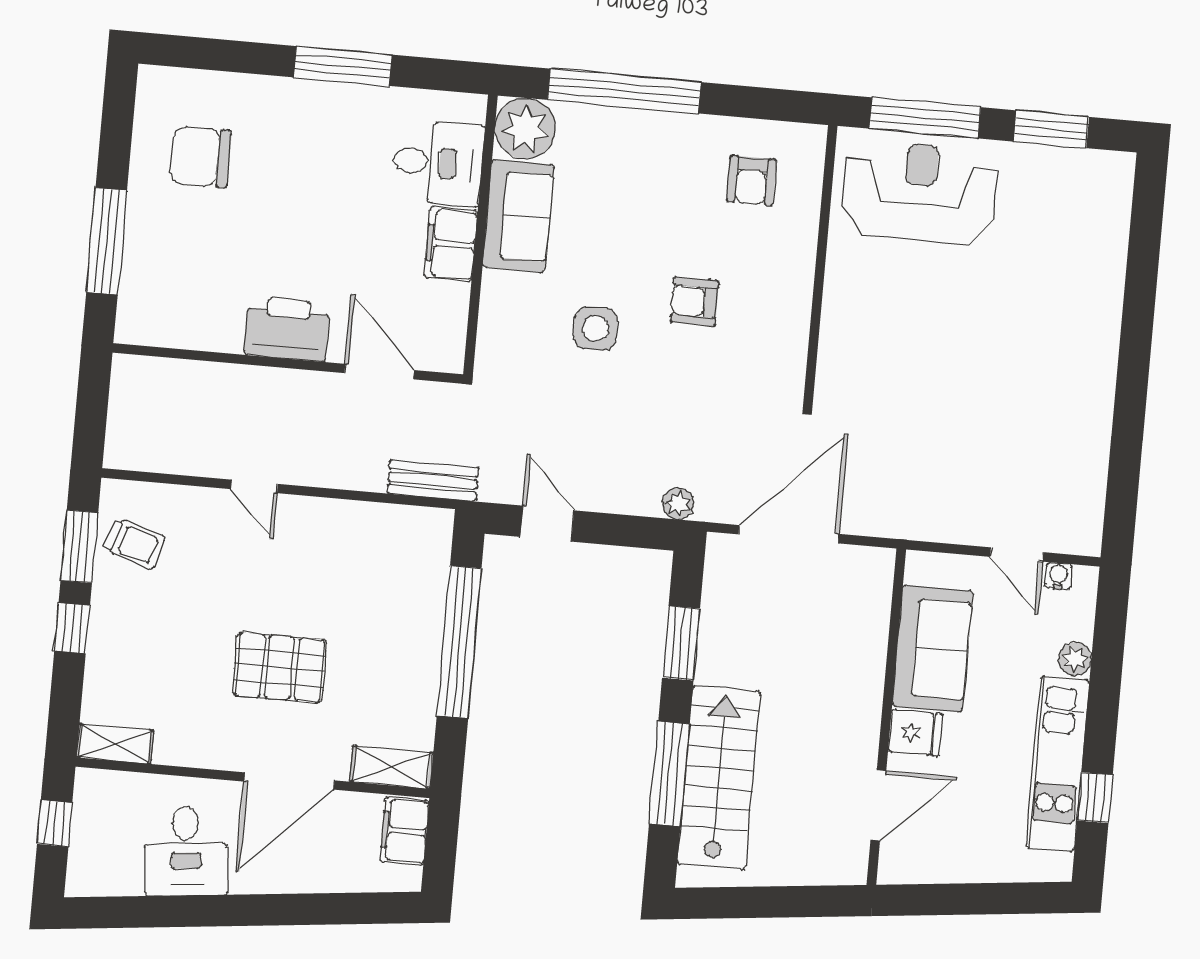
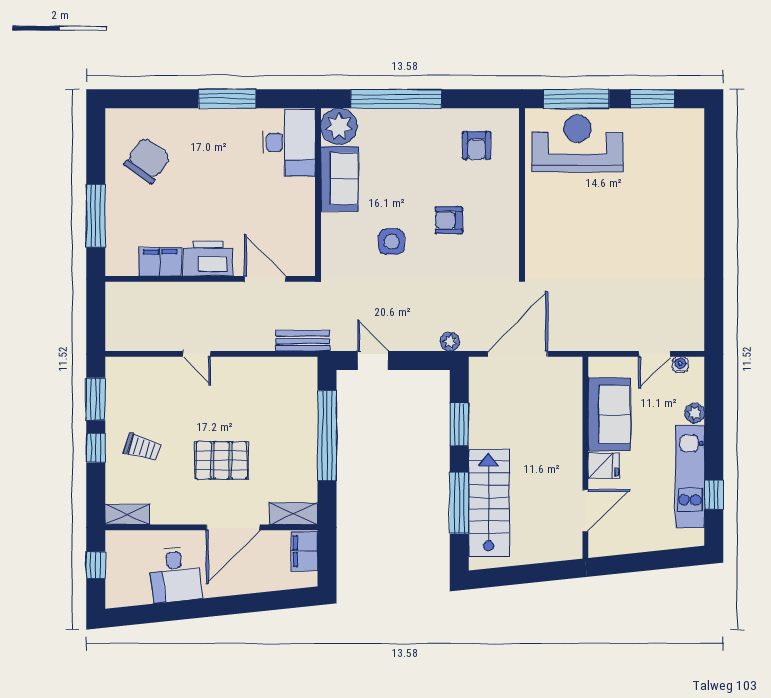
chair: (200, 157) -> (147, 160), turned 125
desk: (438, 163) -> (289, 142), width x1.37
filing cabinet: (451, 244) -> (160, 262), moved, turned 90
trolley: (134, 543) -> (142, 448), moved
door: (1017, 555) -> (654, 354), hinge flipped

